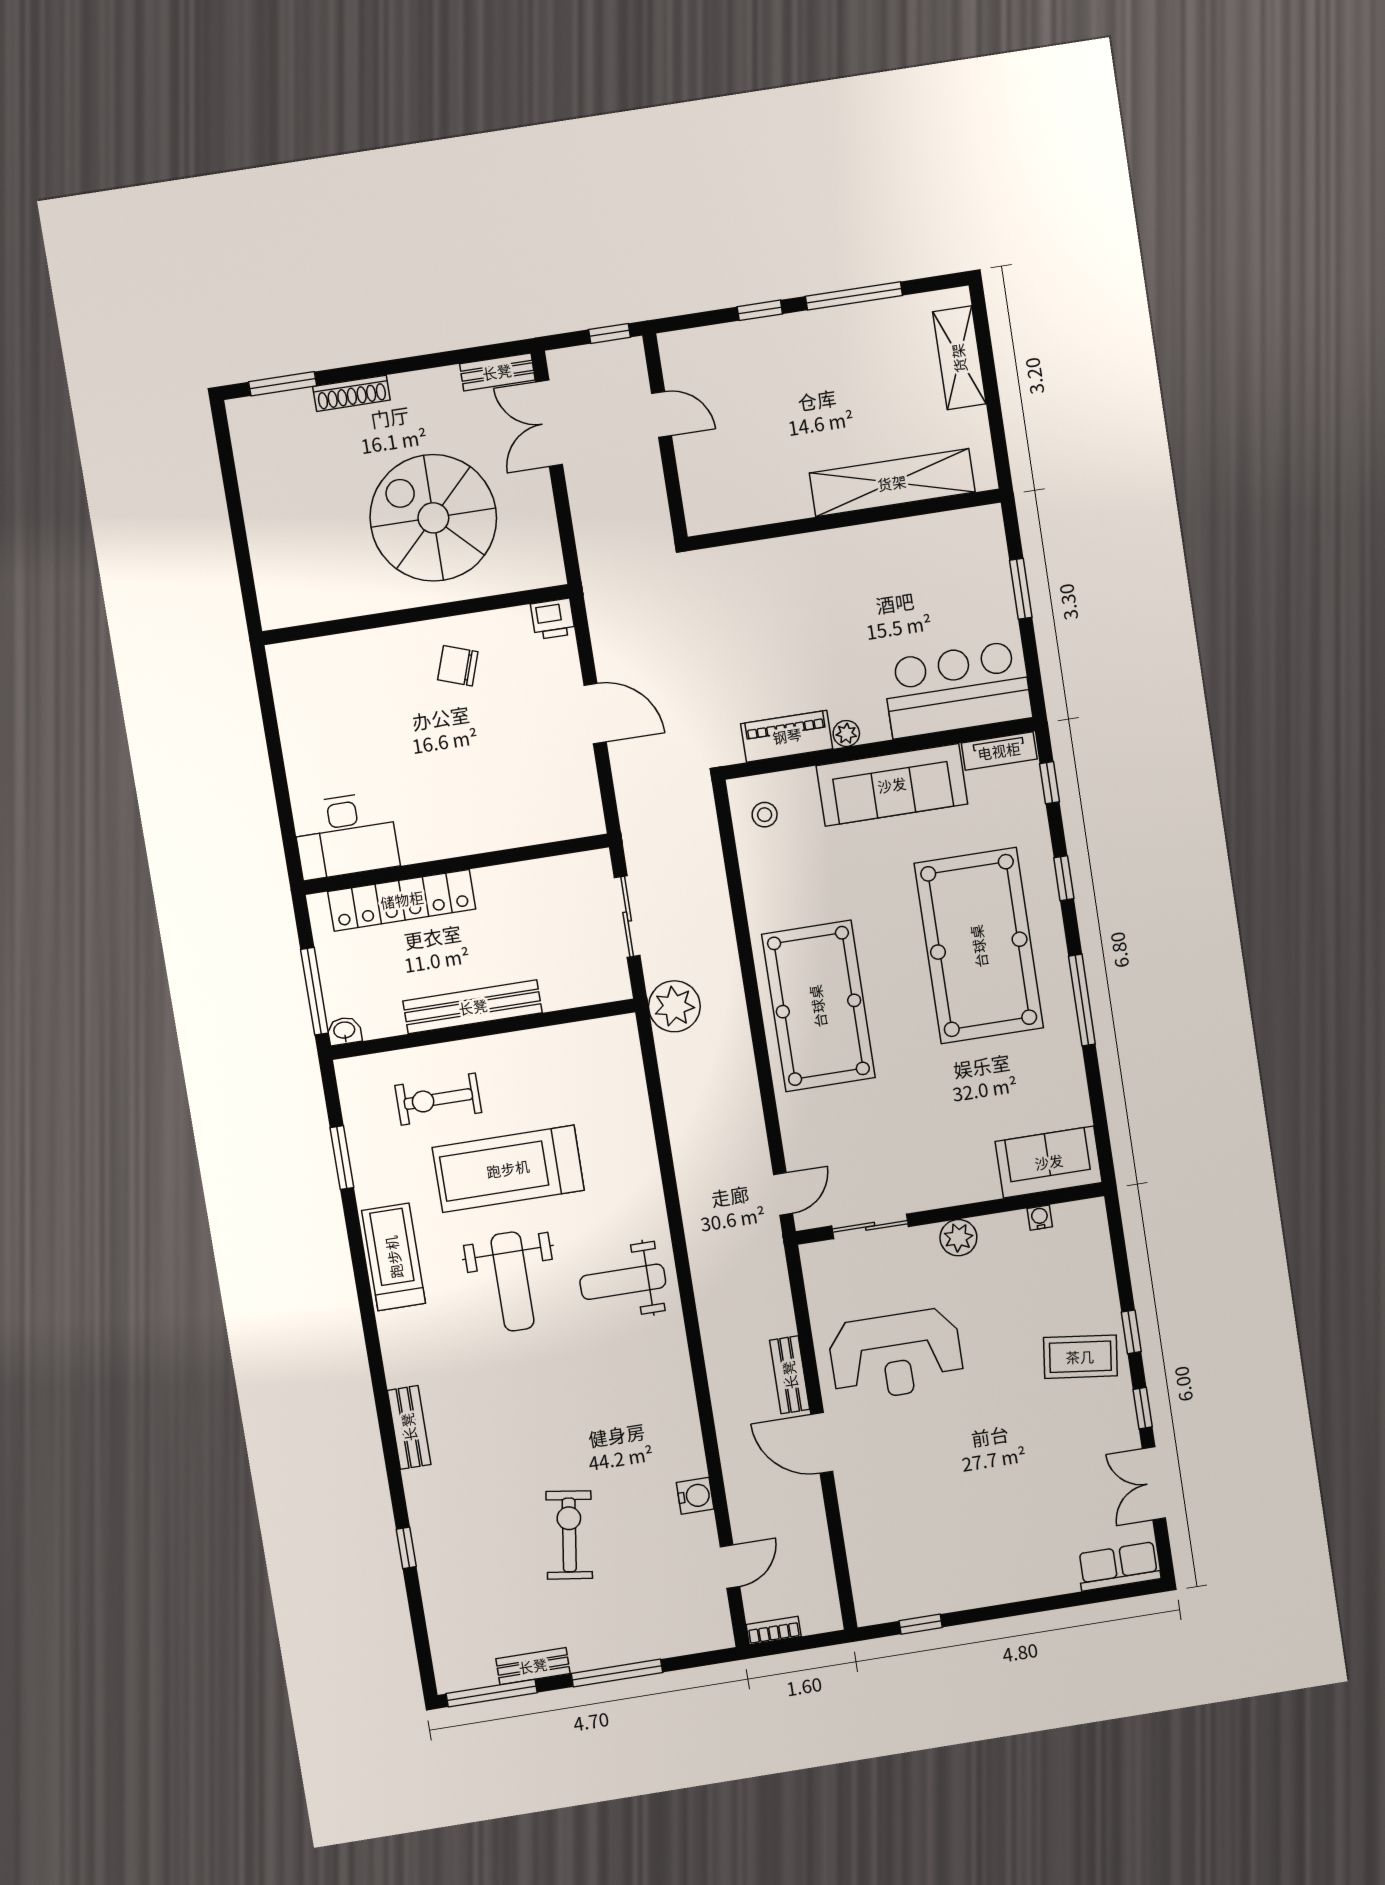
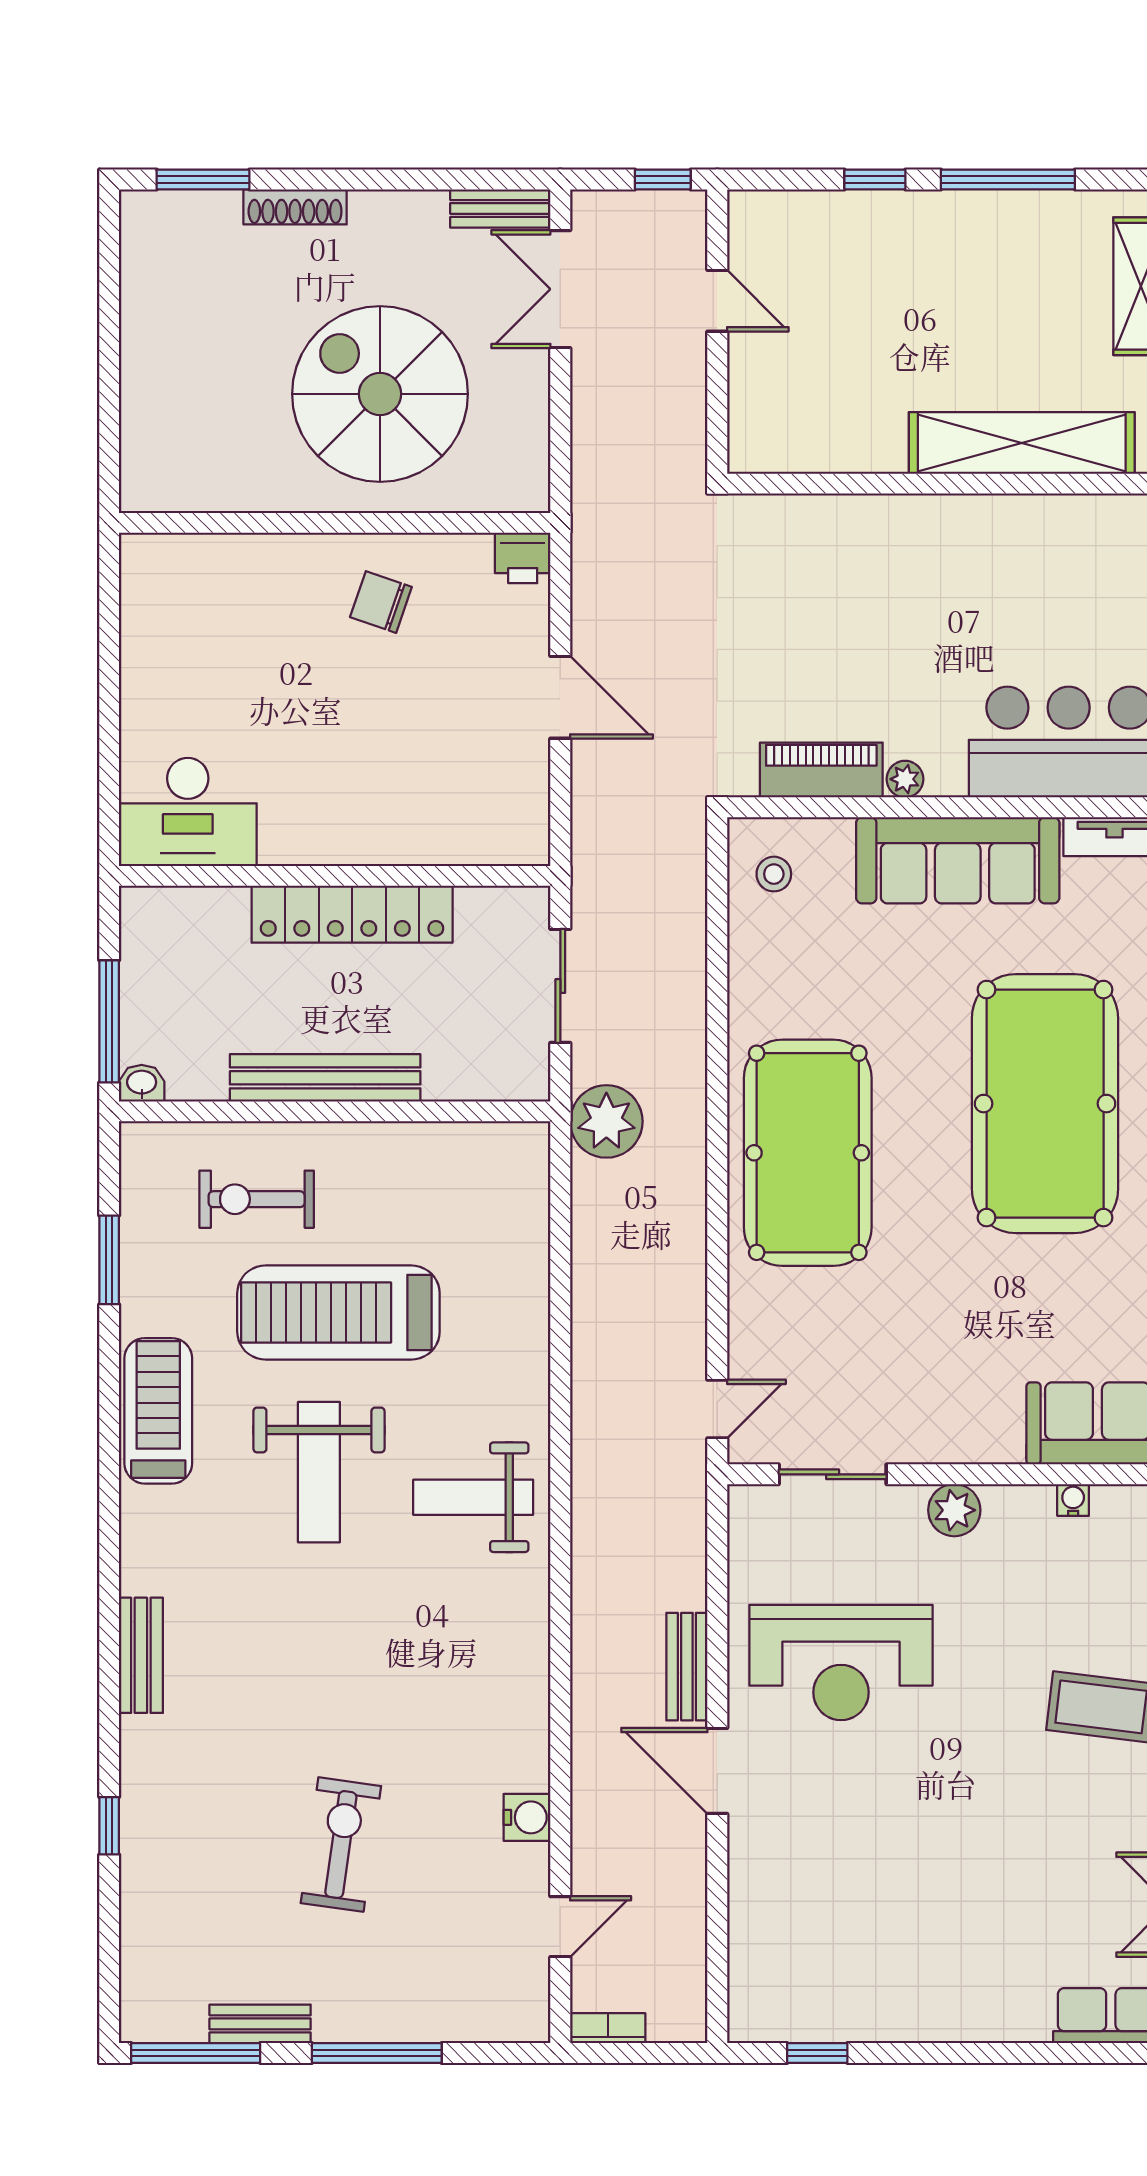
locker: (402, 900) -> (352, 914), moved

